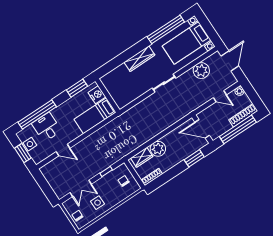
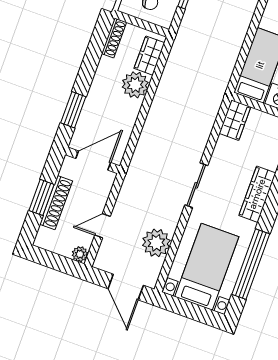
wardrobe: (125, 100) -> (235, 120), added
shoe rack: (243, 115) -> (56, 203), moved
window: (238, 129) -> (41, 197), width x0.47

